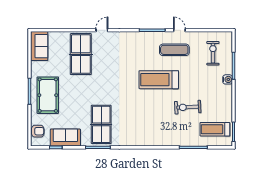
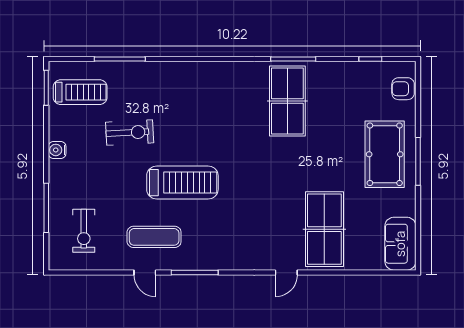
water cooler: (228, 79) -> (57, 150), moved
sofa: (65, 138) -> (353, 77), removed

